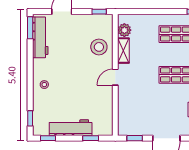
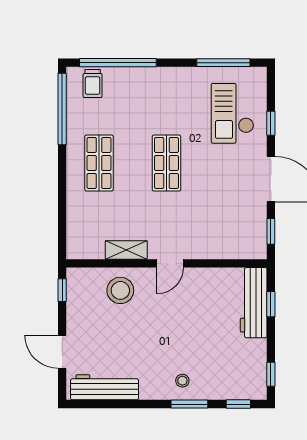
window: (30, 28) -> (189, 404), moved
plant: (124, 30) -> (93, 248), removed
door: (115, 77) -> (170, 263), hinge flipped
workbench: (71, 128) -> (254, 303), moved

